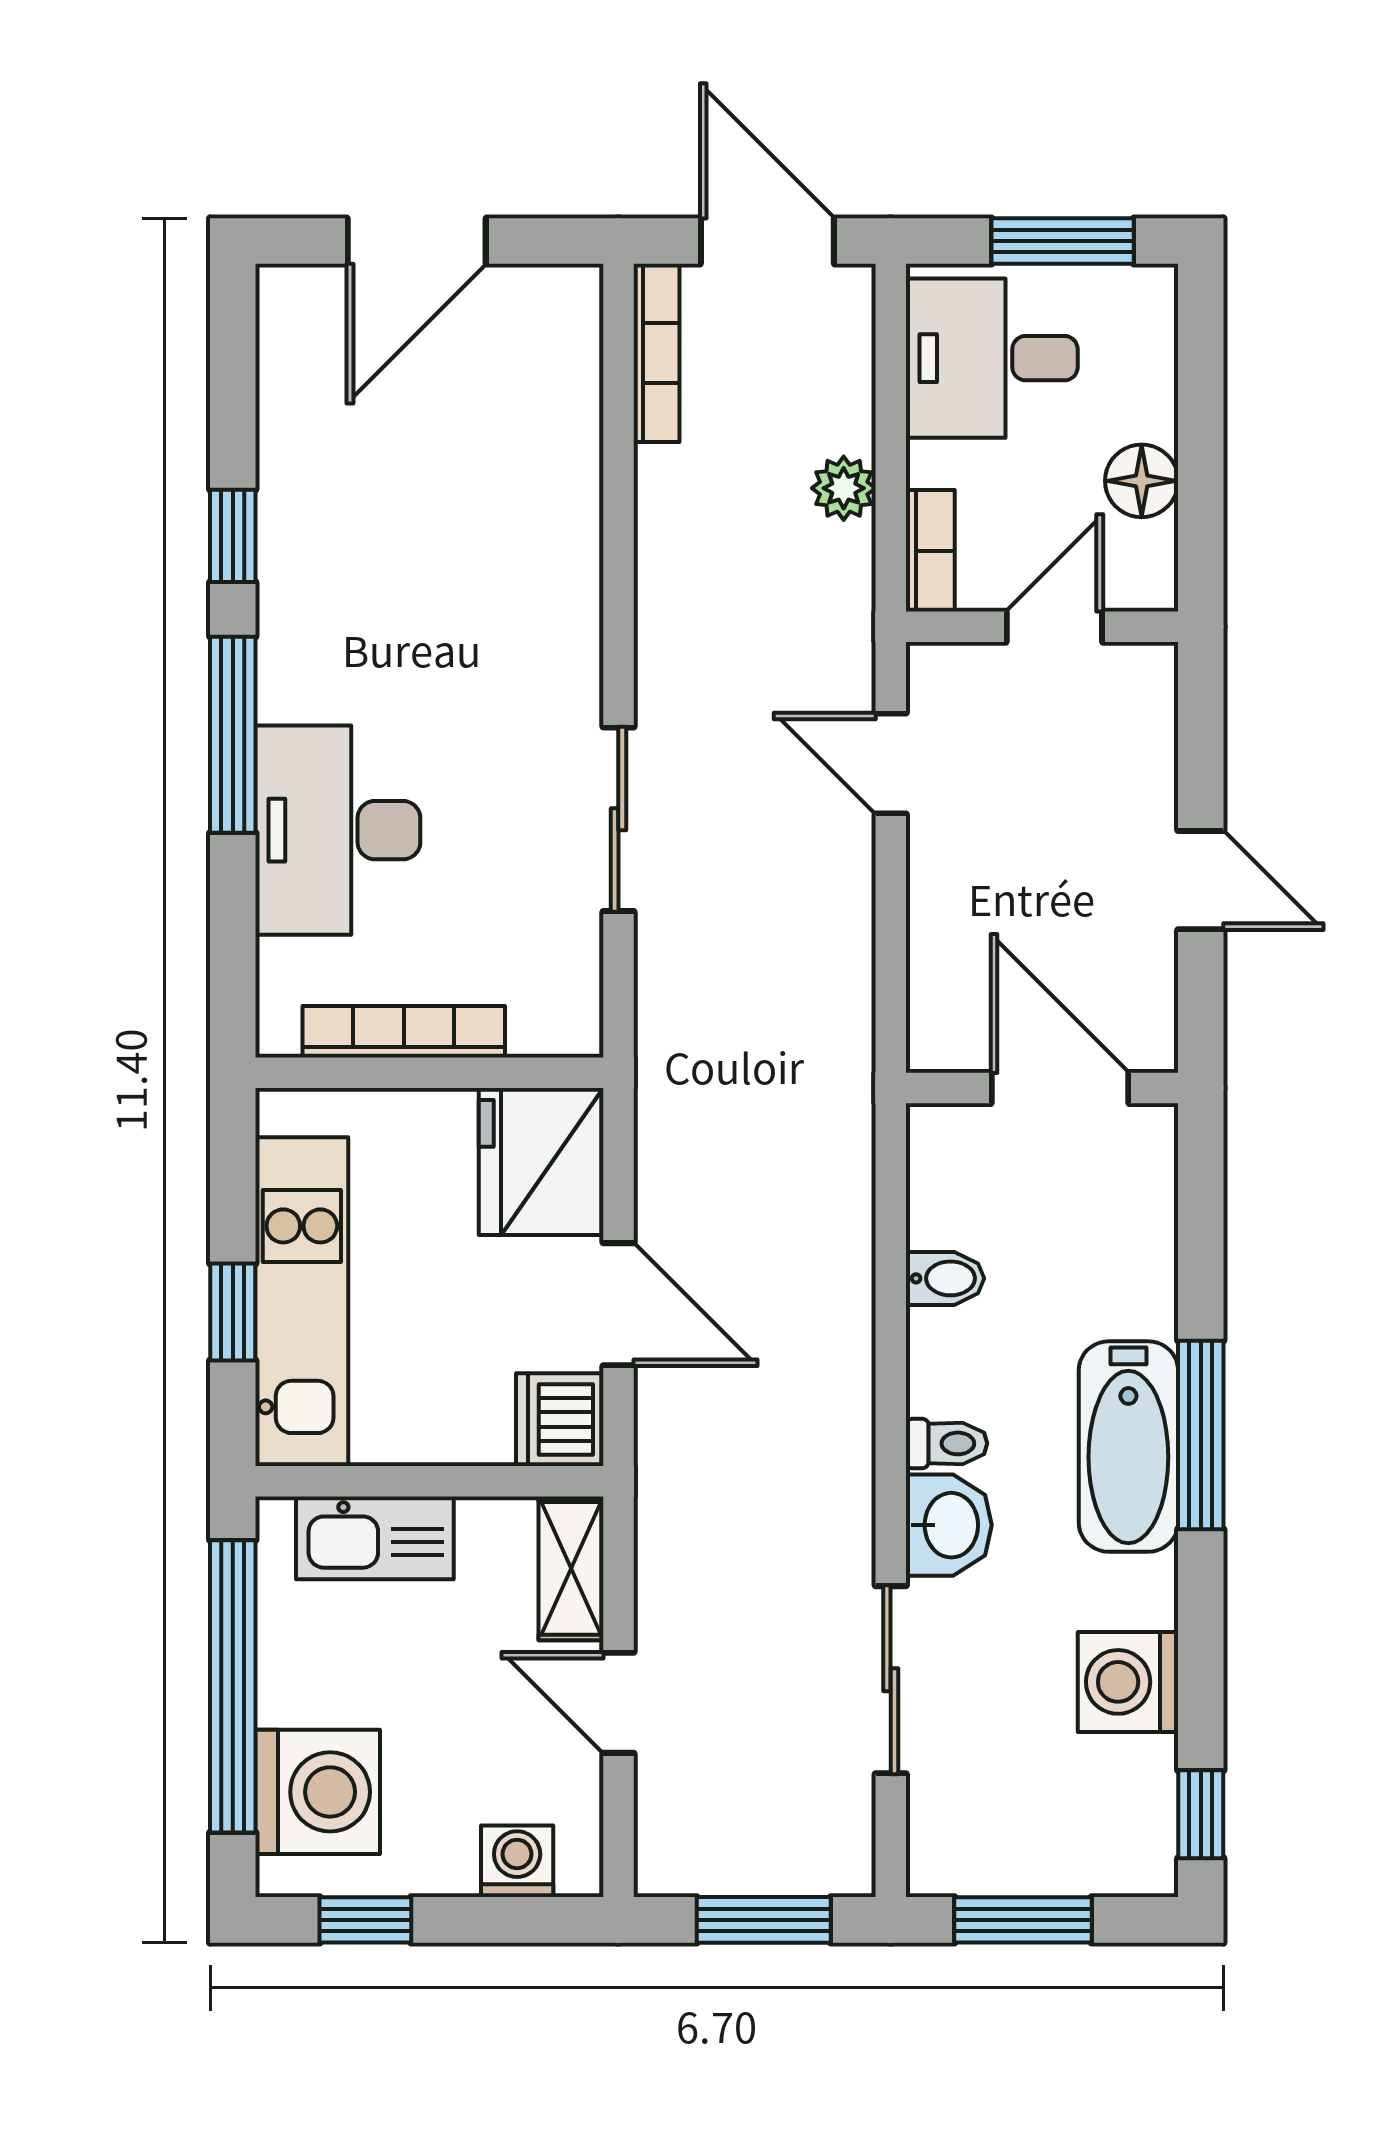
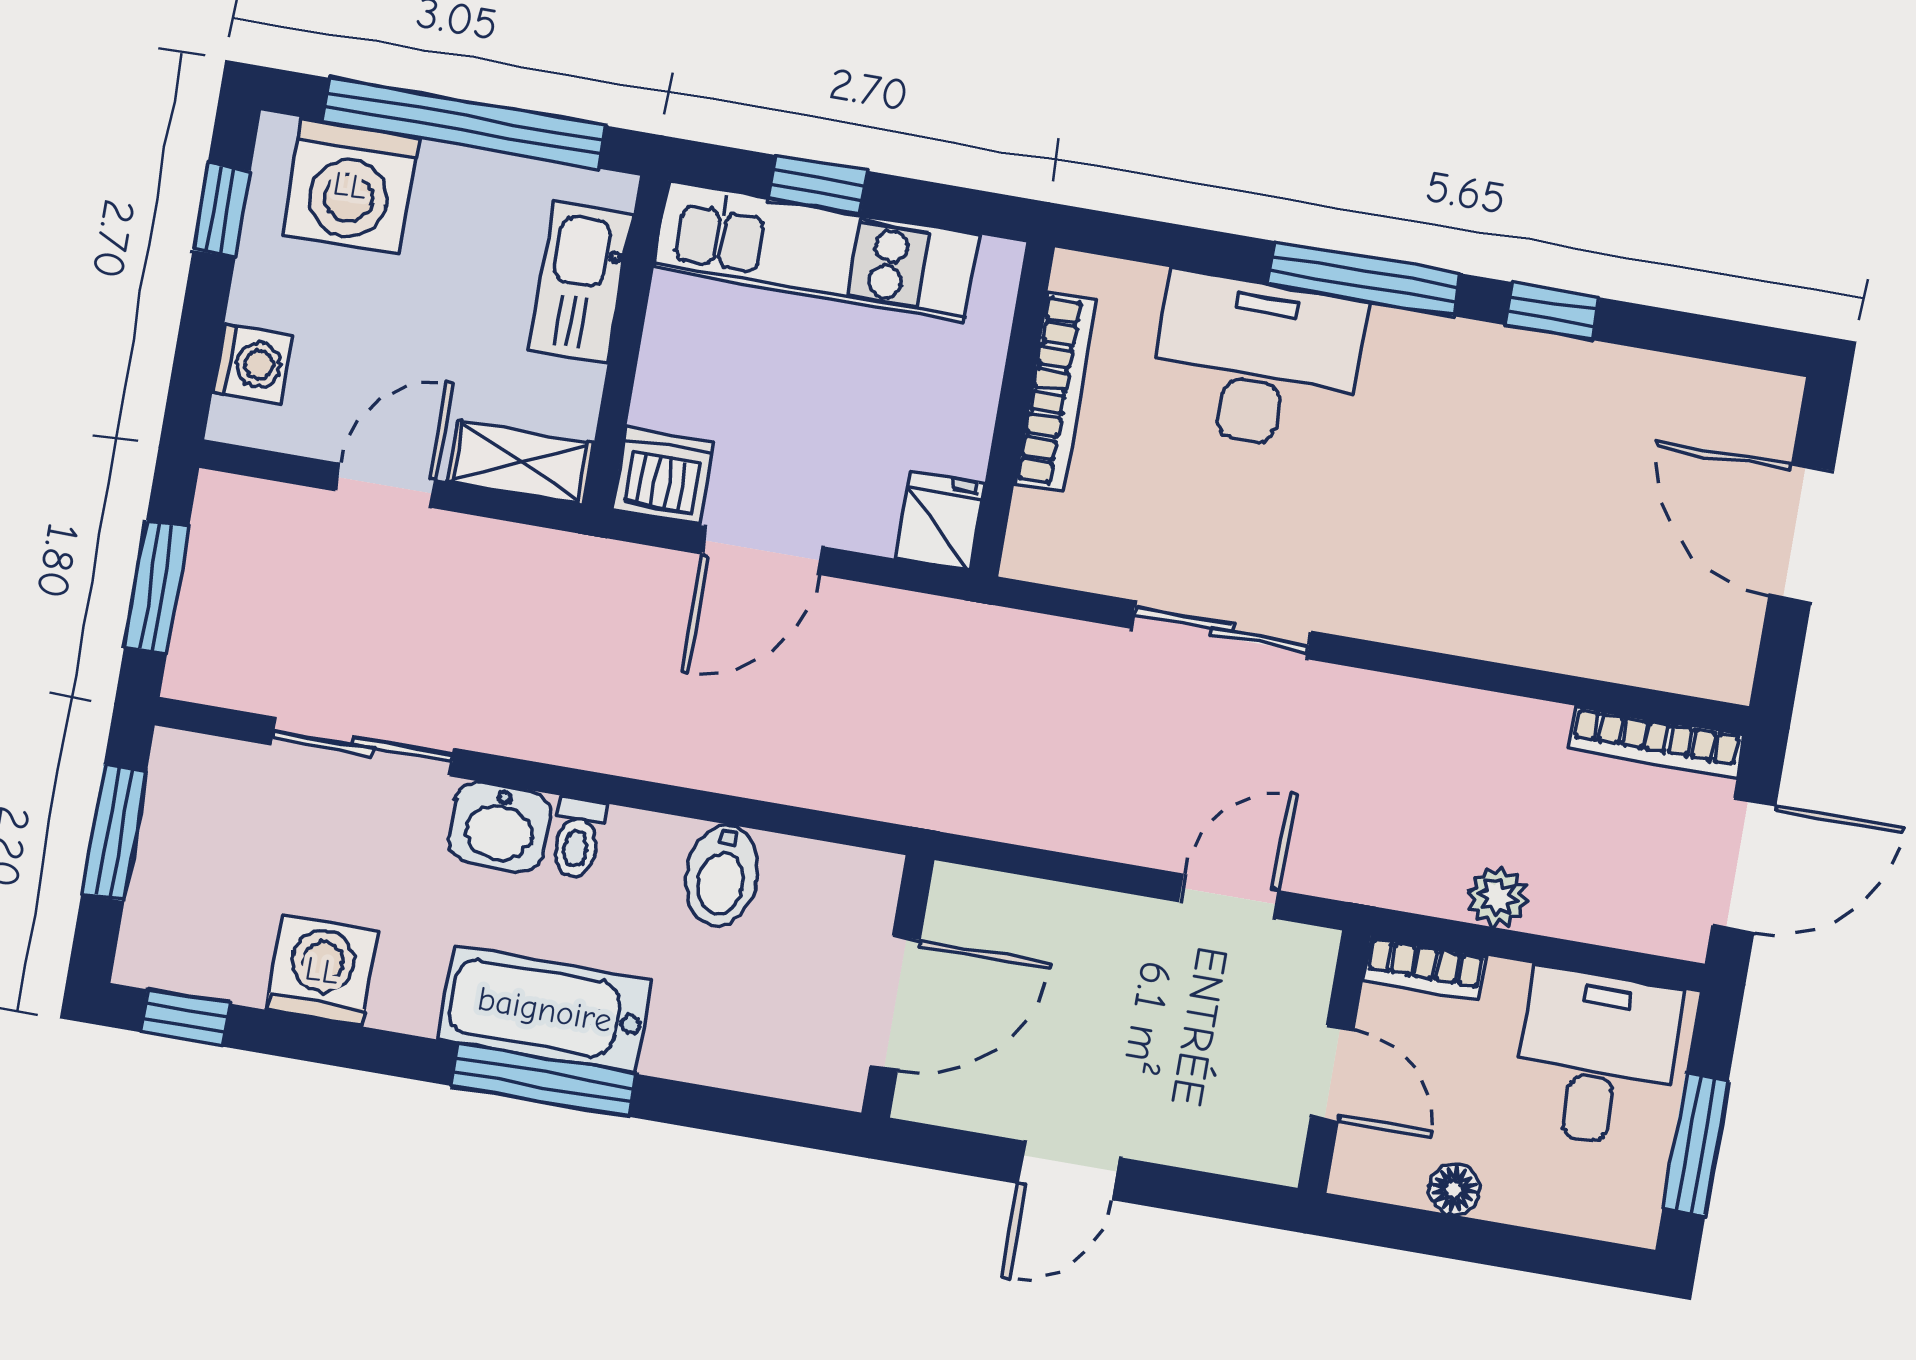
floor lamp: (1142, 481) -> (1454, 1189), width x0.73, depth x0.73
fridge: (541, 1162) -> (940, 521), width x0.53, depth x0.75
bidet: (945, 1278) -> (722, 875), width x1.38, depth x1.36

